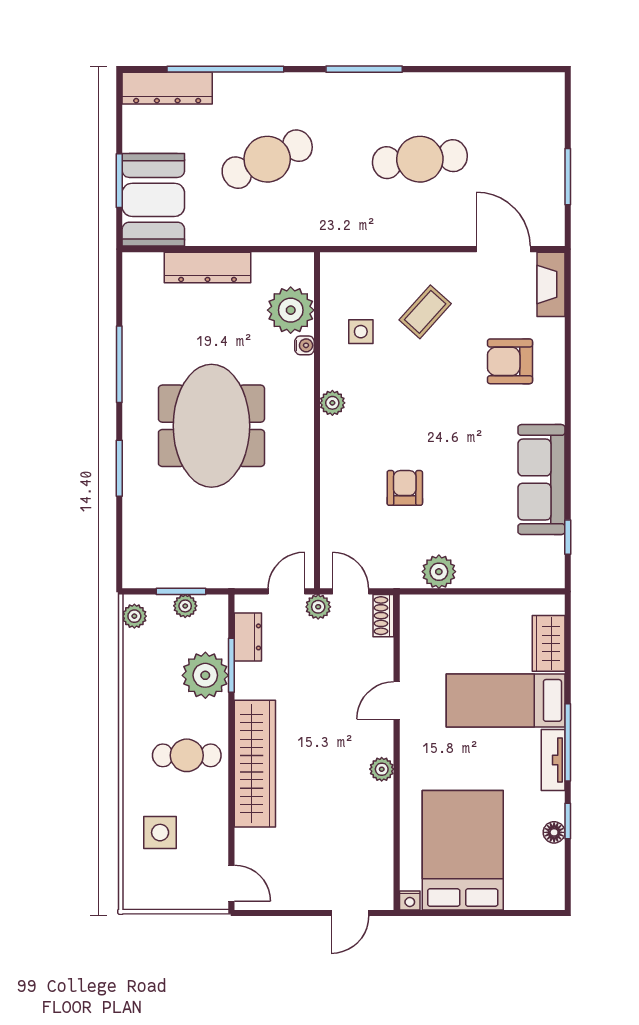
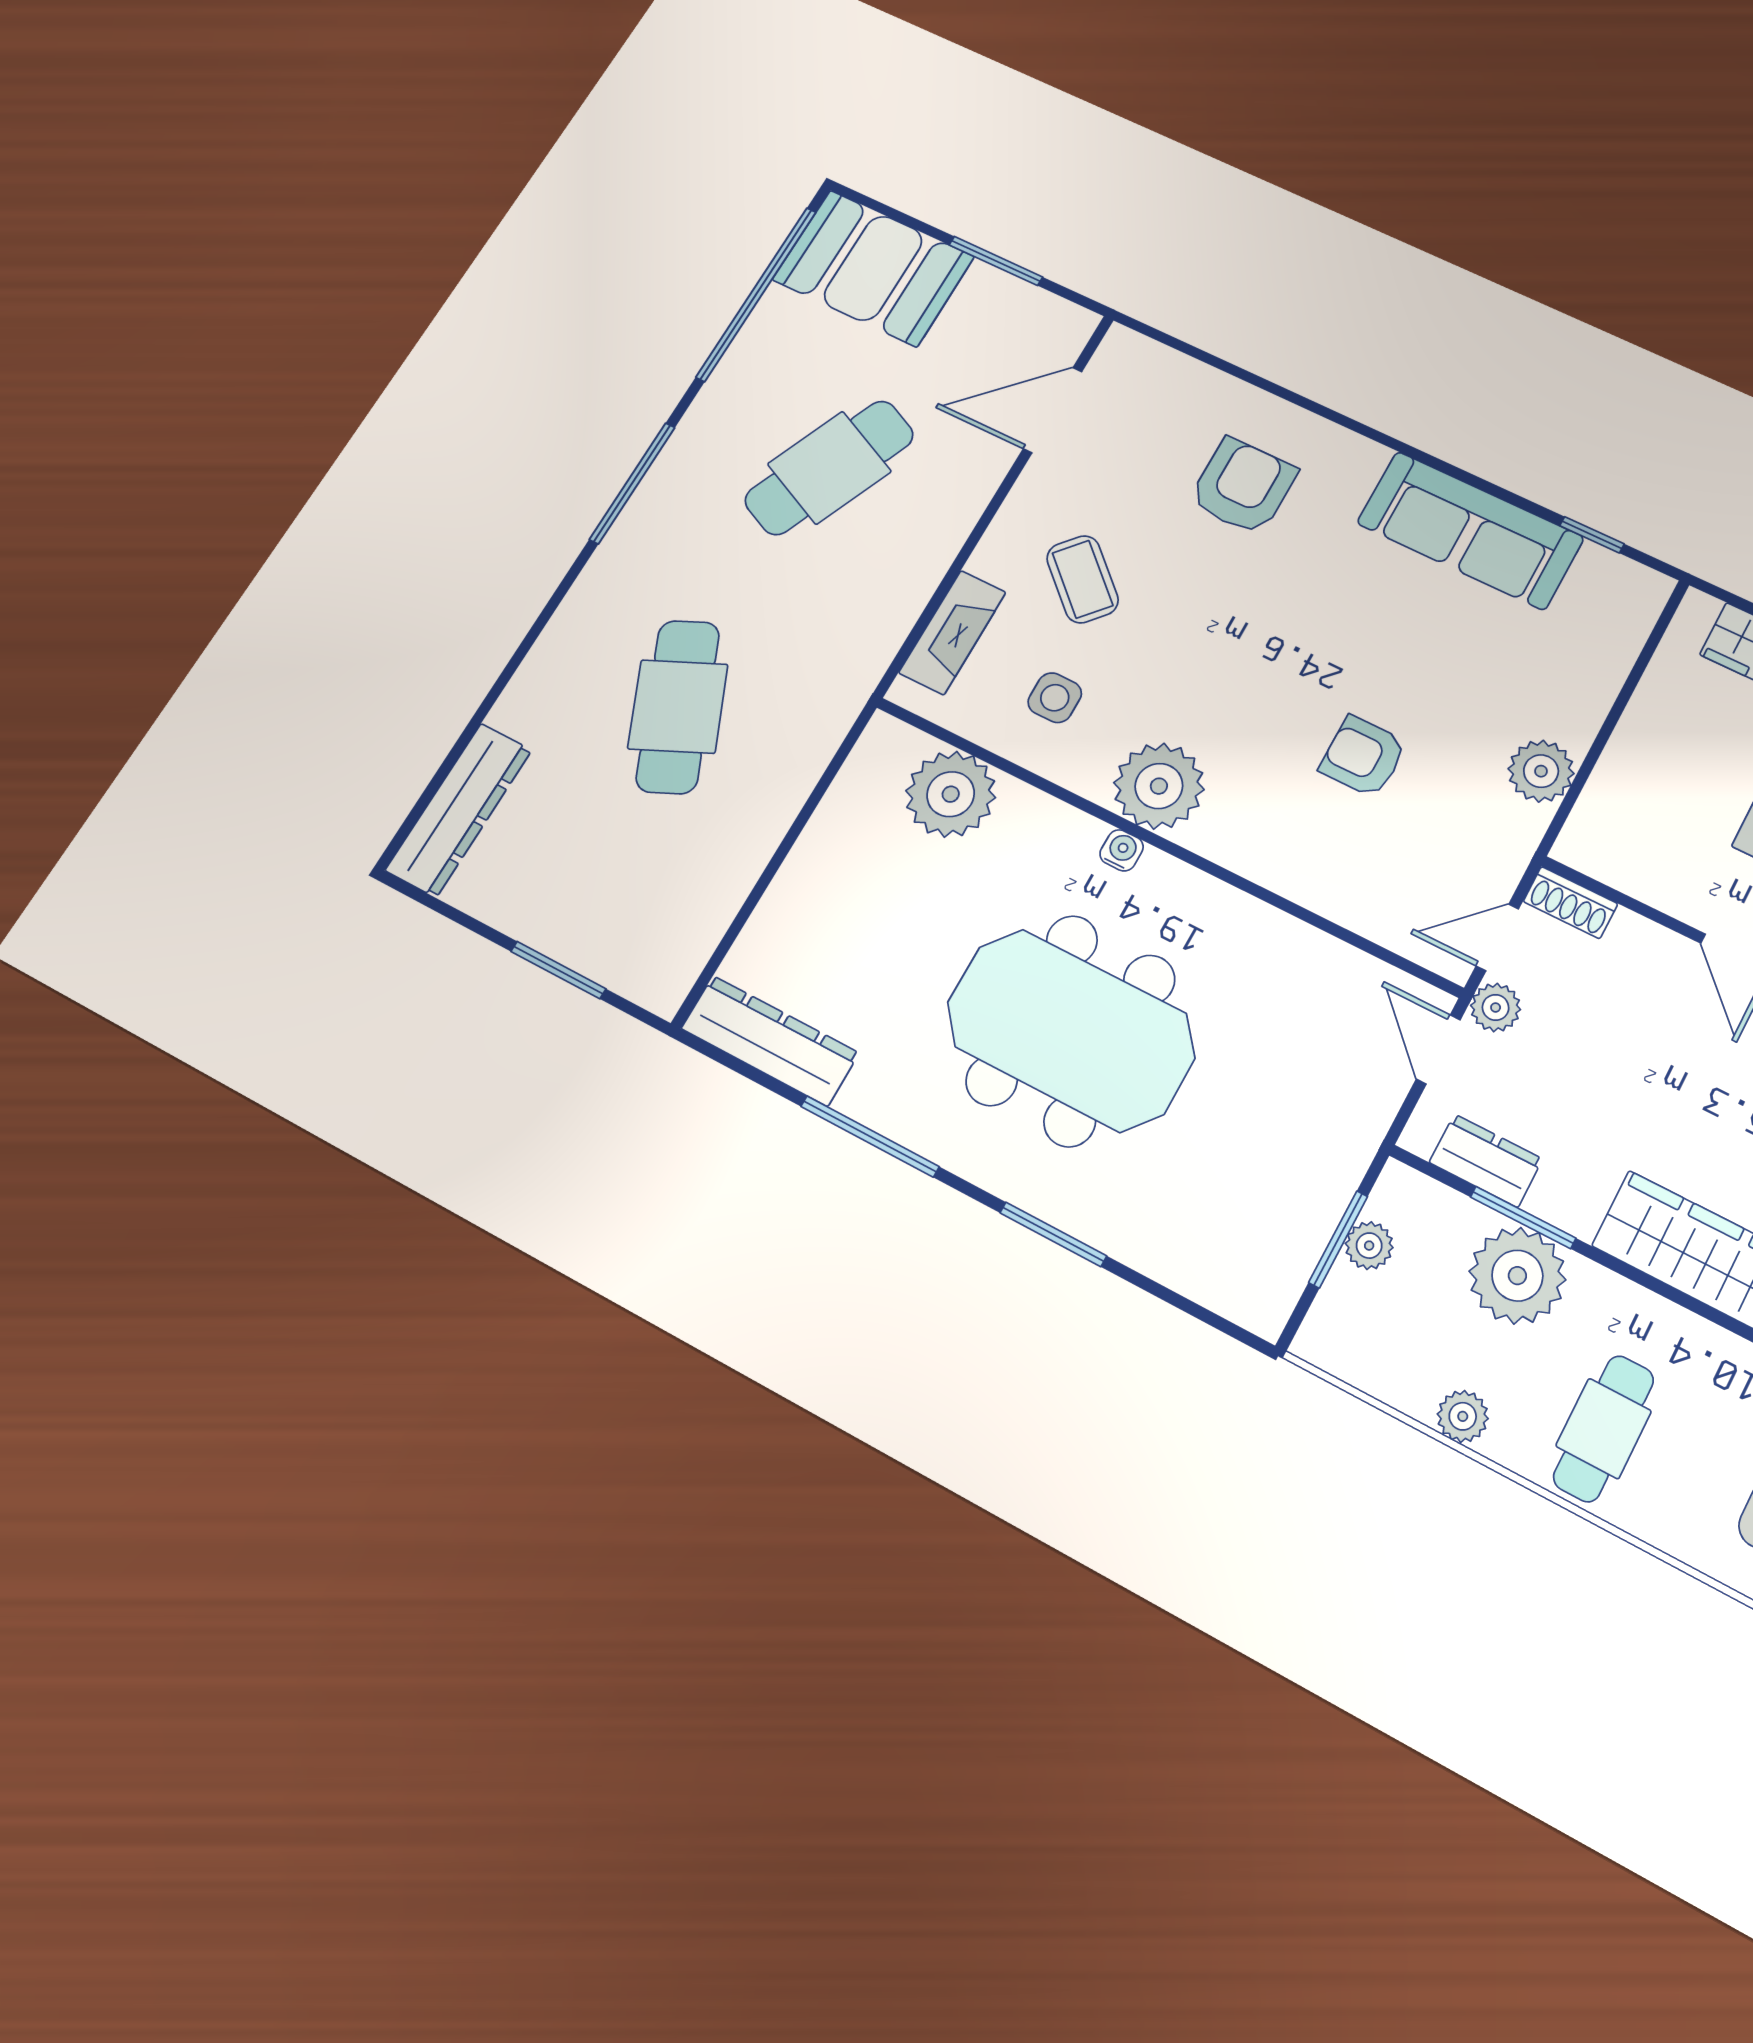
window: (225, 69) -> (756, 294), moved
cafe table: (420, 159) -> (829, 468), turned 30
booth: (153, 200) -> (873, 268), moved
dresser: (208, 267) -> (770, 1041), moved, turned -90
fireplace: (551, 284) -> (952, 632), moved, turned -90
water cooler: (304, 345) -> (1122, 850), moved
armchair: (510, 361) -> (1243, 486), turned 180
plant: (332, 403) -> (1159, 786), width x1.87, depth x1.87
plant: (134, 616) -> (1463, 1416), moved
cafe table: (187, 755) -> (1604, 1429), moved

